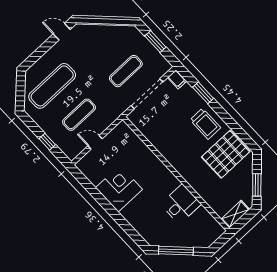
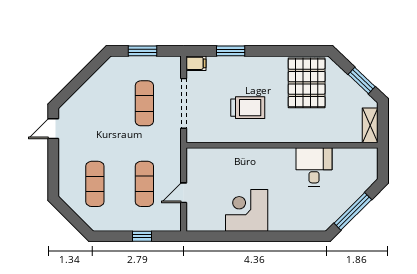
exercise mat: (52, 86) -> (95, 184), width x0.73, depth x0.69
trolley: (205, 124) -> (248, 108), moved

